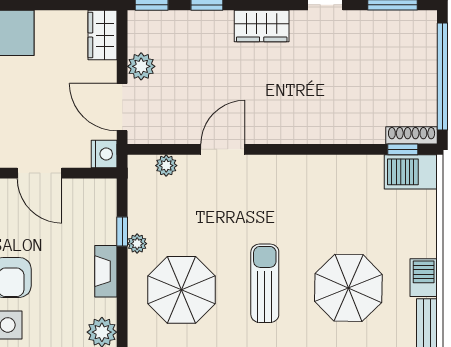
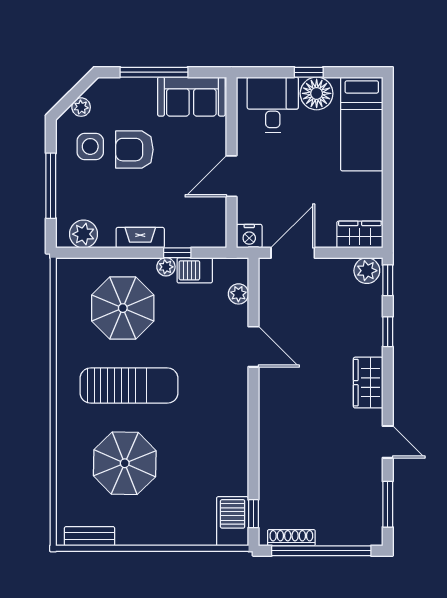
plant: (141, 66) -> (367, 271), moved
shoe rack: (412, 135) -> (291, 538), moved, turned -90
barbecue: (424, 278) -> (195, 270), moved, turned 180
sun lounger: (265, 283) -> (129, 386), width x1.36, depth x1.34

